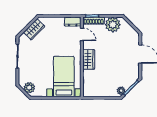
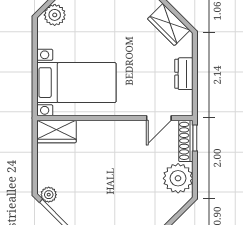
dresser: (73, 22) -> (184, 74), moved
wardrobe: (89, 59) -> (56, 131), moved

